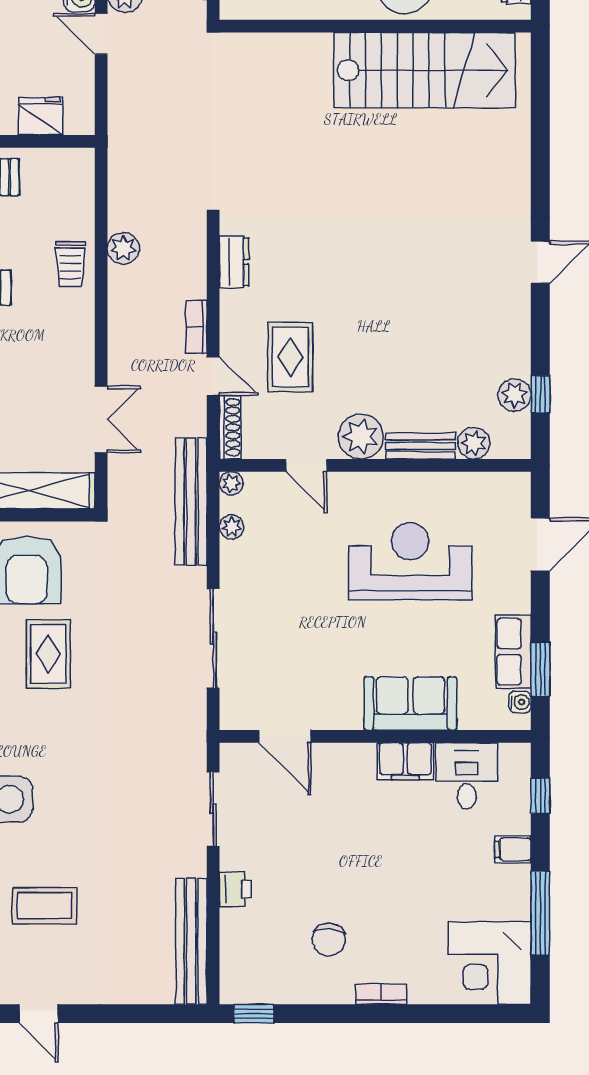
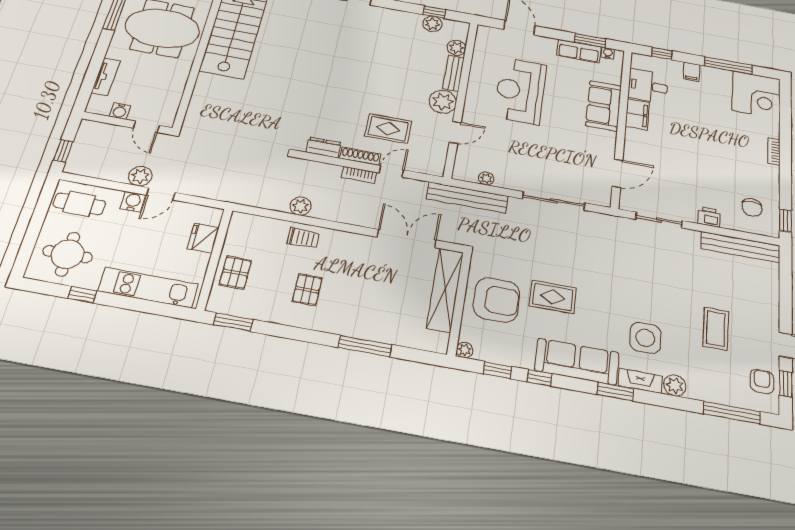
double door: (101, 419) -> (407, 239), width x1.37
shoe rack: (230, 427) -> (360, 156), moved
plant: (231, 483) -> (459, 174), removed
chair: (329, 939) -> (752, 207), moved, turned 86

